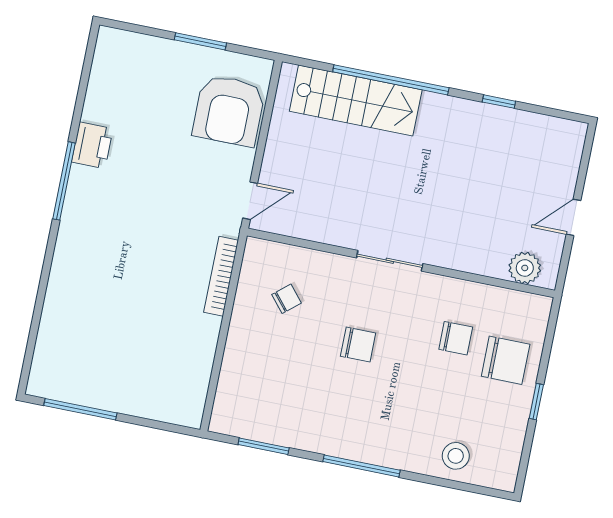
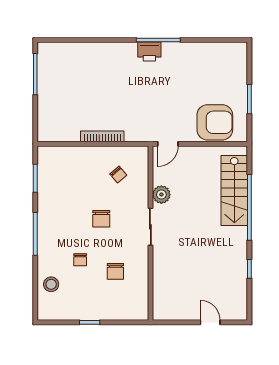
armchair: (229, 111) -> (215, 122), turned 180
printer: (92, 145) -> (149, 51), moved
door: (250, 201) -> (168, 144), hinge flipped
door: (573, 217) -> (210, 322), moved
plant: (525, 268) -> (161, 195), moved
bookcase: (221, 276) -> (102, 136), moved
chair: (506, 360) -> (80, 260), moved, width x0.54, depth x0.54

